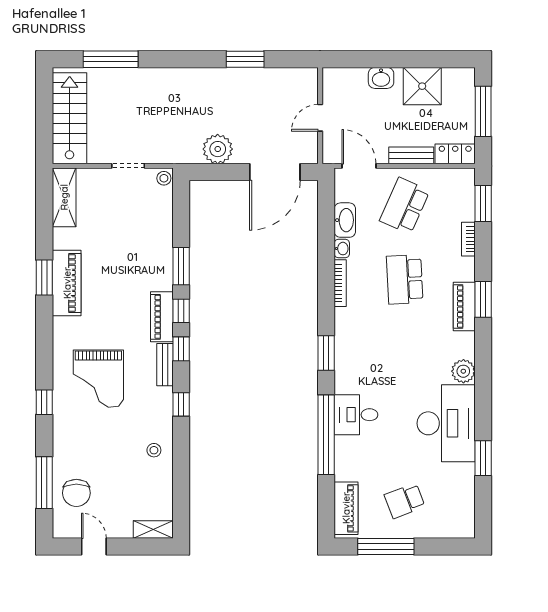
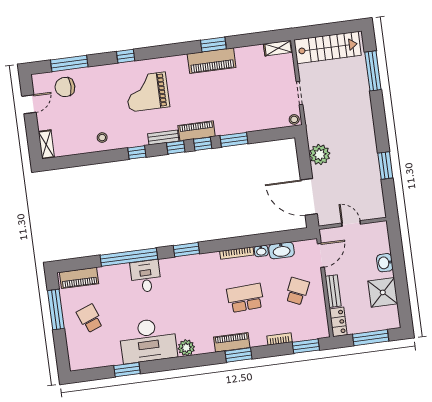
shelving: (64, 197) -> (278, 48), width x0.67, depth x0.75
school desk: (405, 206) -> (297, 291), width x0.54

